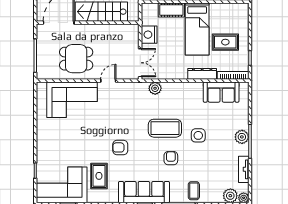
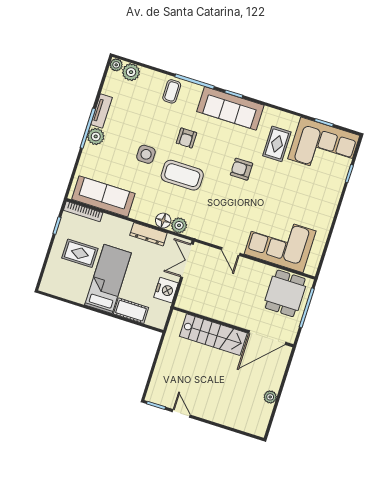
dining table: (76, 59) -> (285, 293), moved, turned 90
dresser: (202, 74) -> (148, 234), moved
door: (108, 81) -> (231, 251), hinge flipped
floor lamp: (169, 88) -> (163, 221), added
sofa: (221, 92) -> (103, 196), width x1.36
armchair: (120, 147) -> (242, 169), turned 180
tv unit: (244, 169) -> (101, 111), moved

